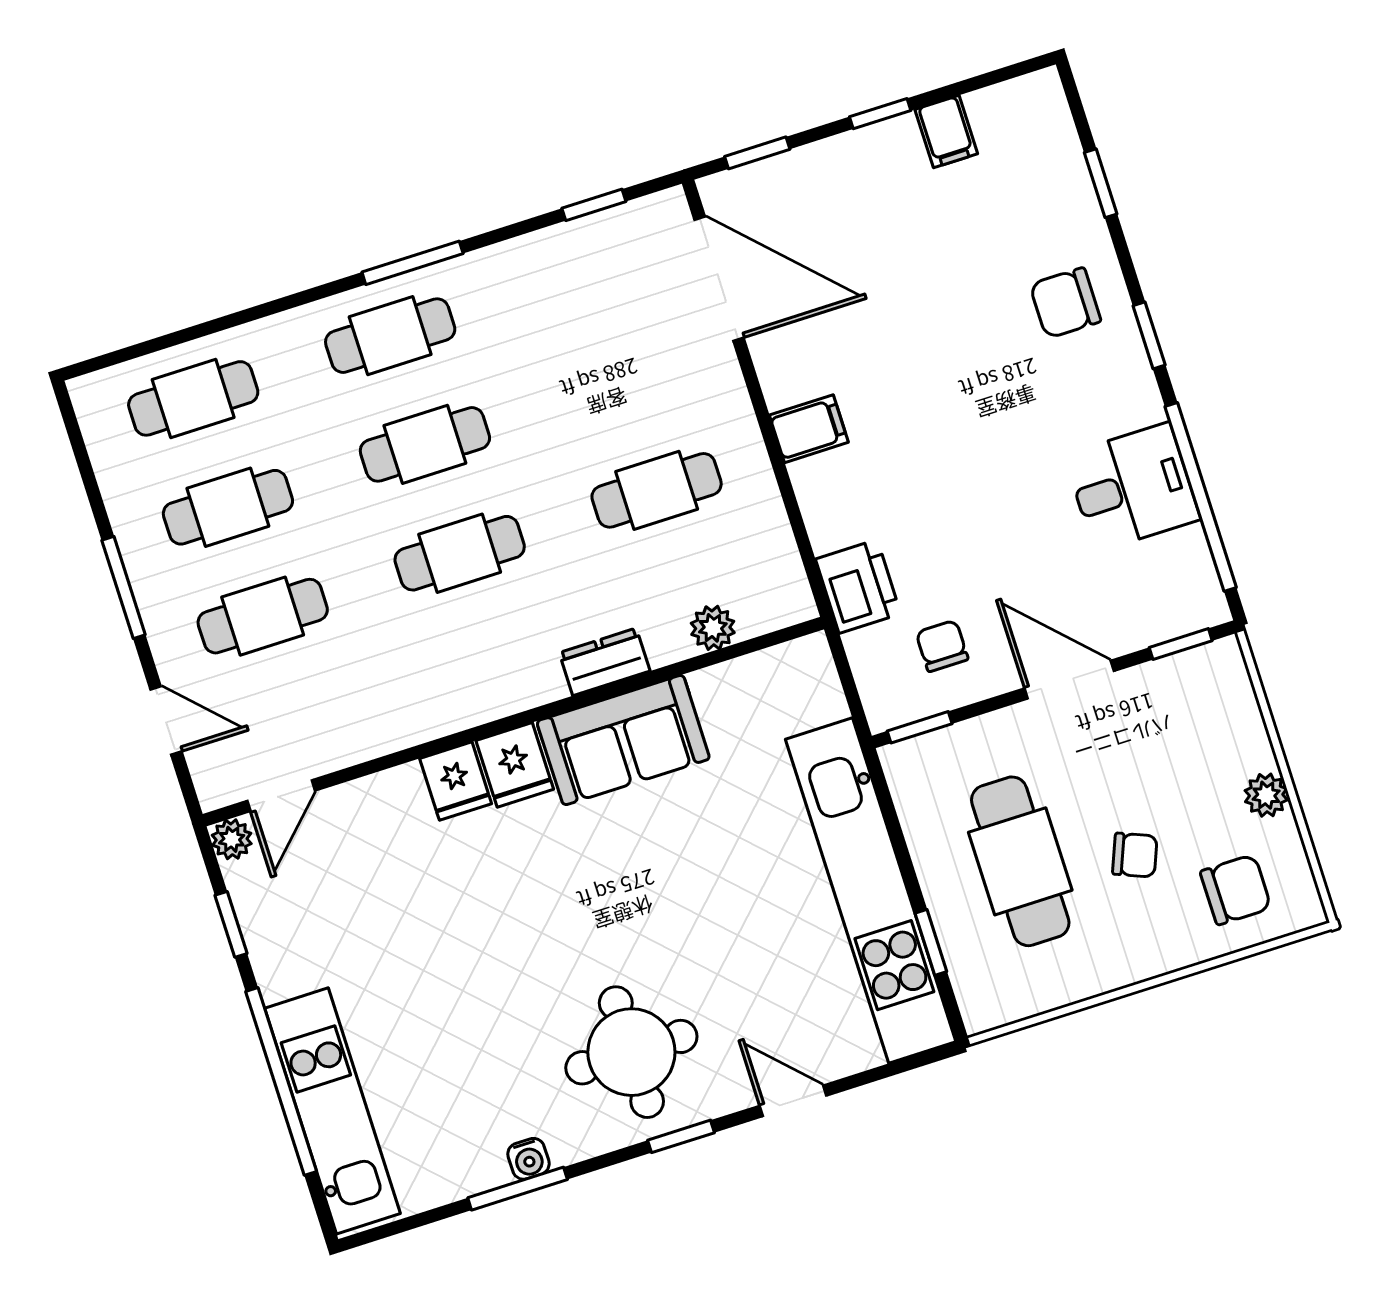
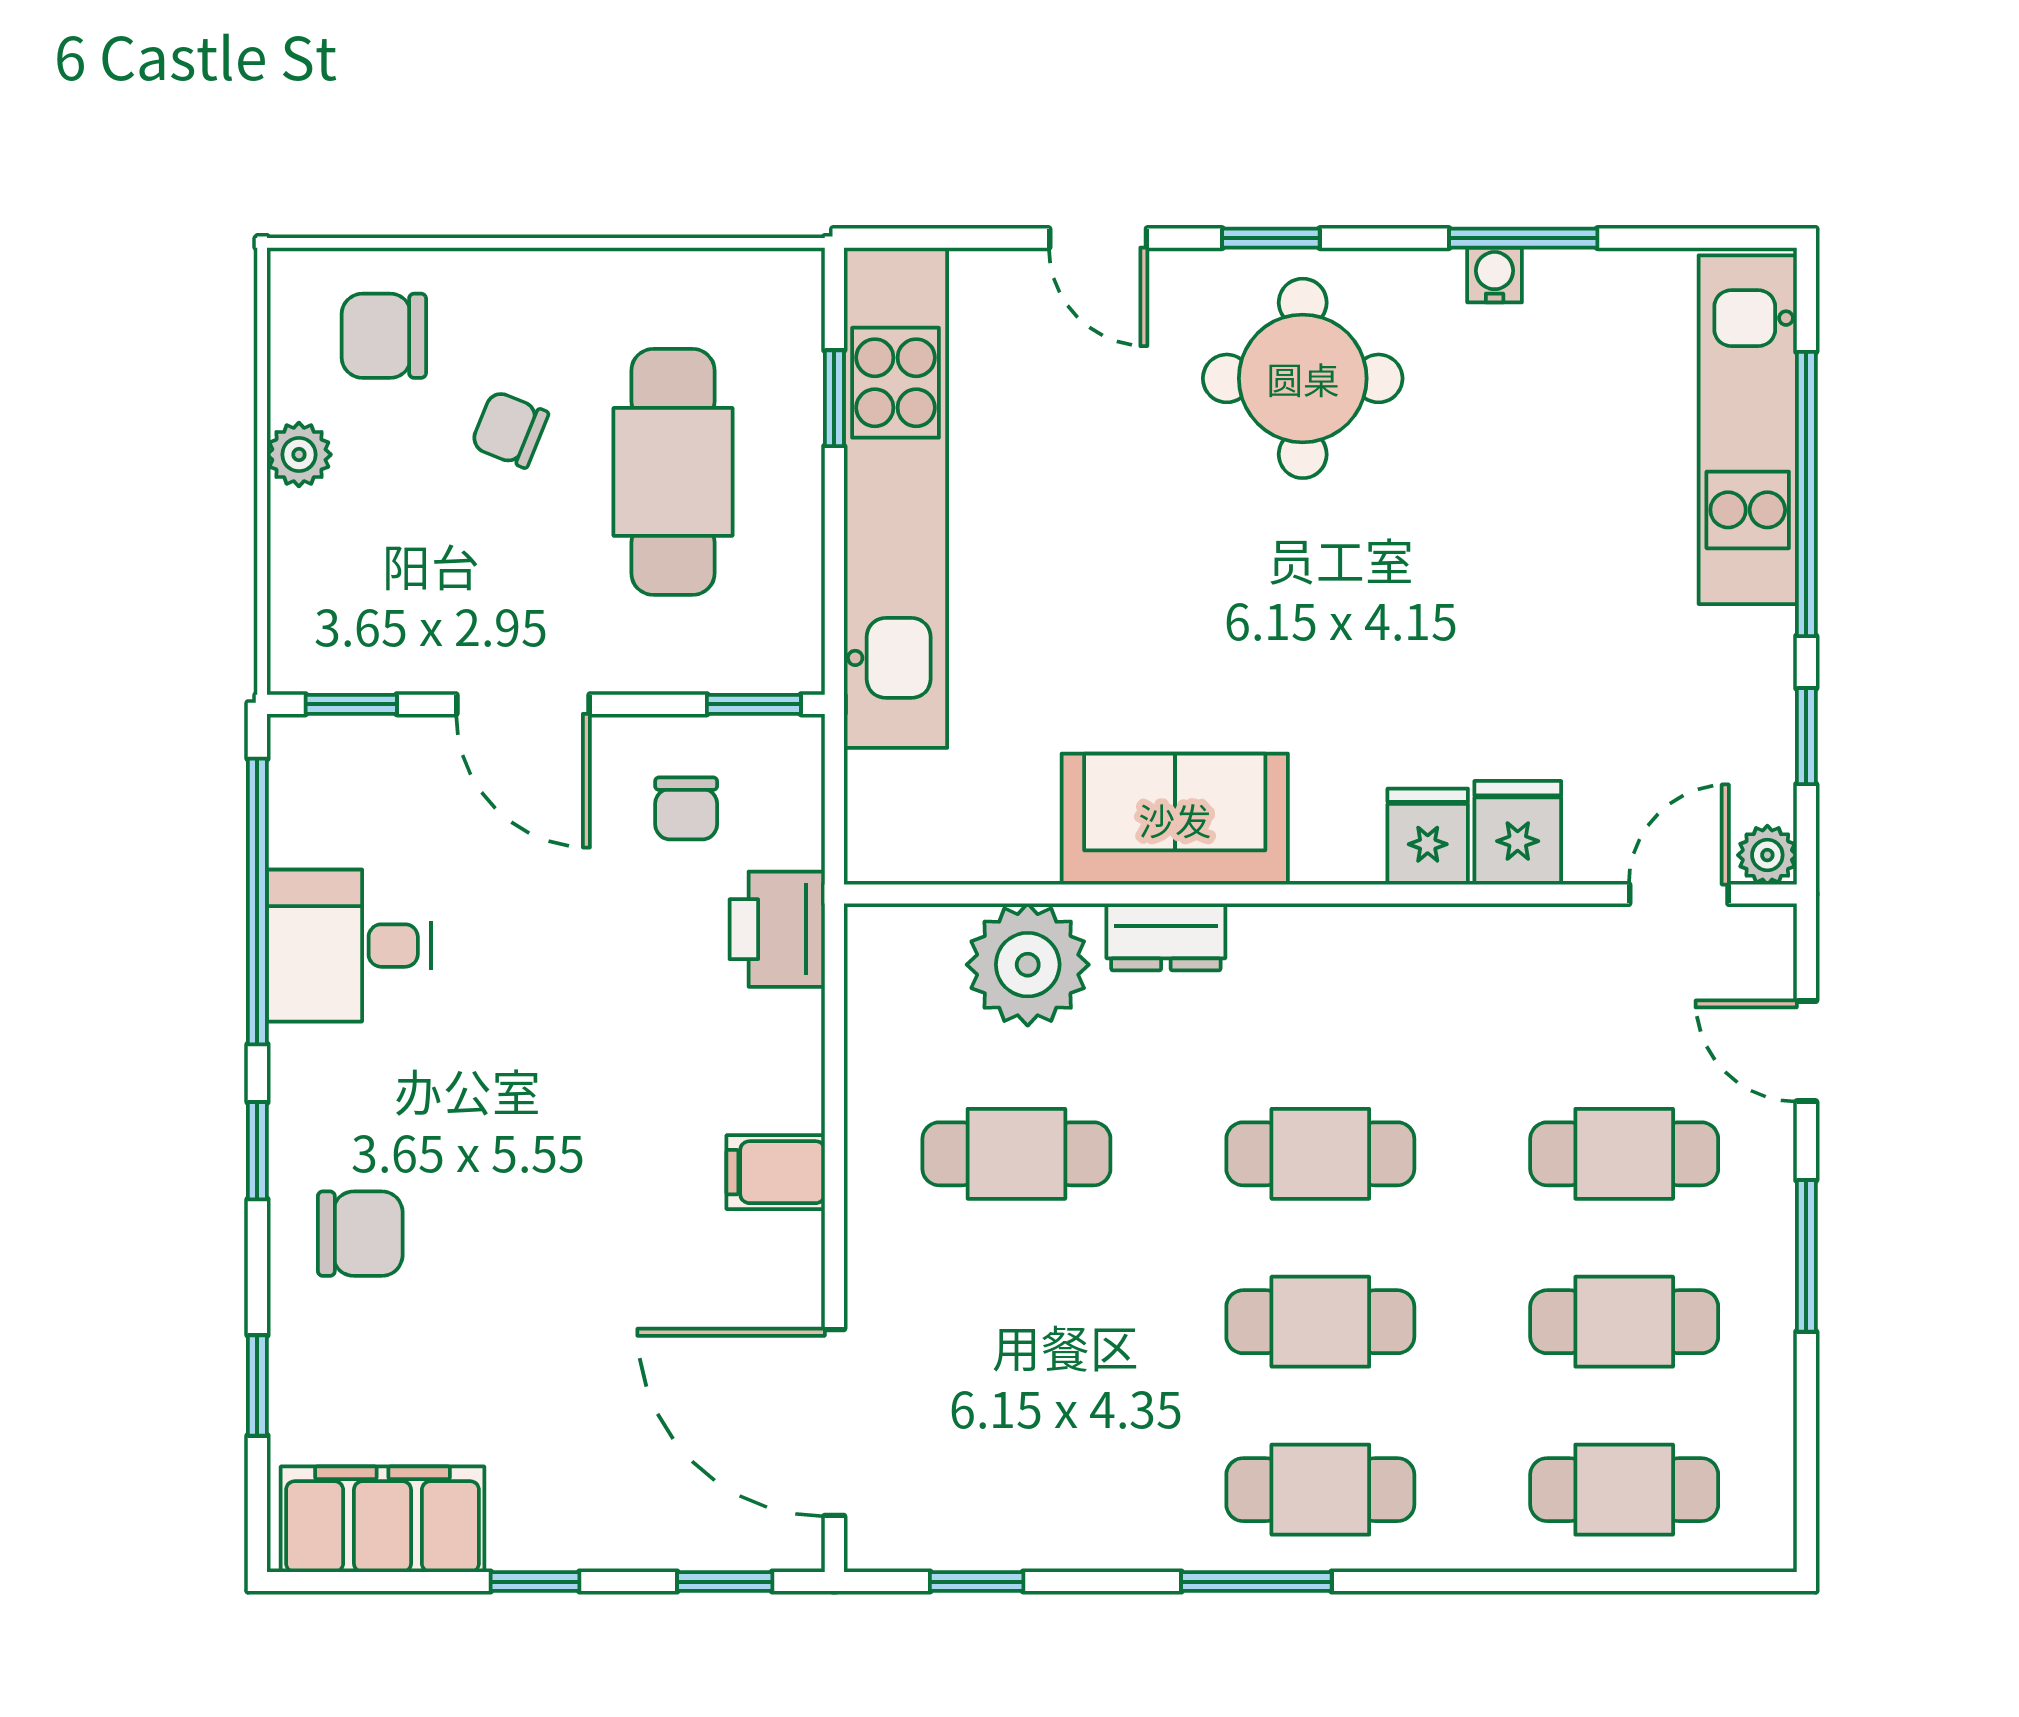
filing cabinet: (946, 132) -> (383, 1519), width x3.00, depth x1.17
plant: (713, 628) -> (1028, 965), width x1.88, depth x1.88
fridge: (515, 765) -> (1518, 833), moved

